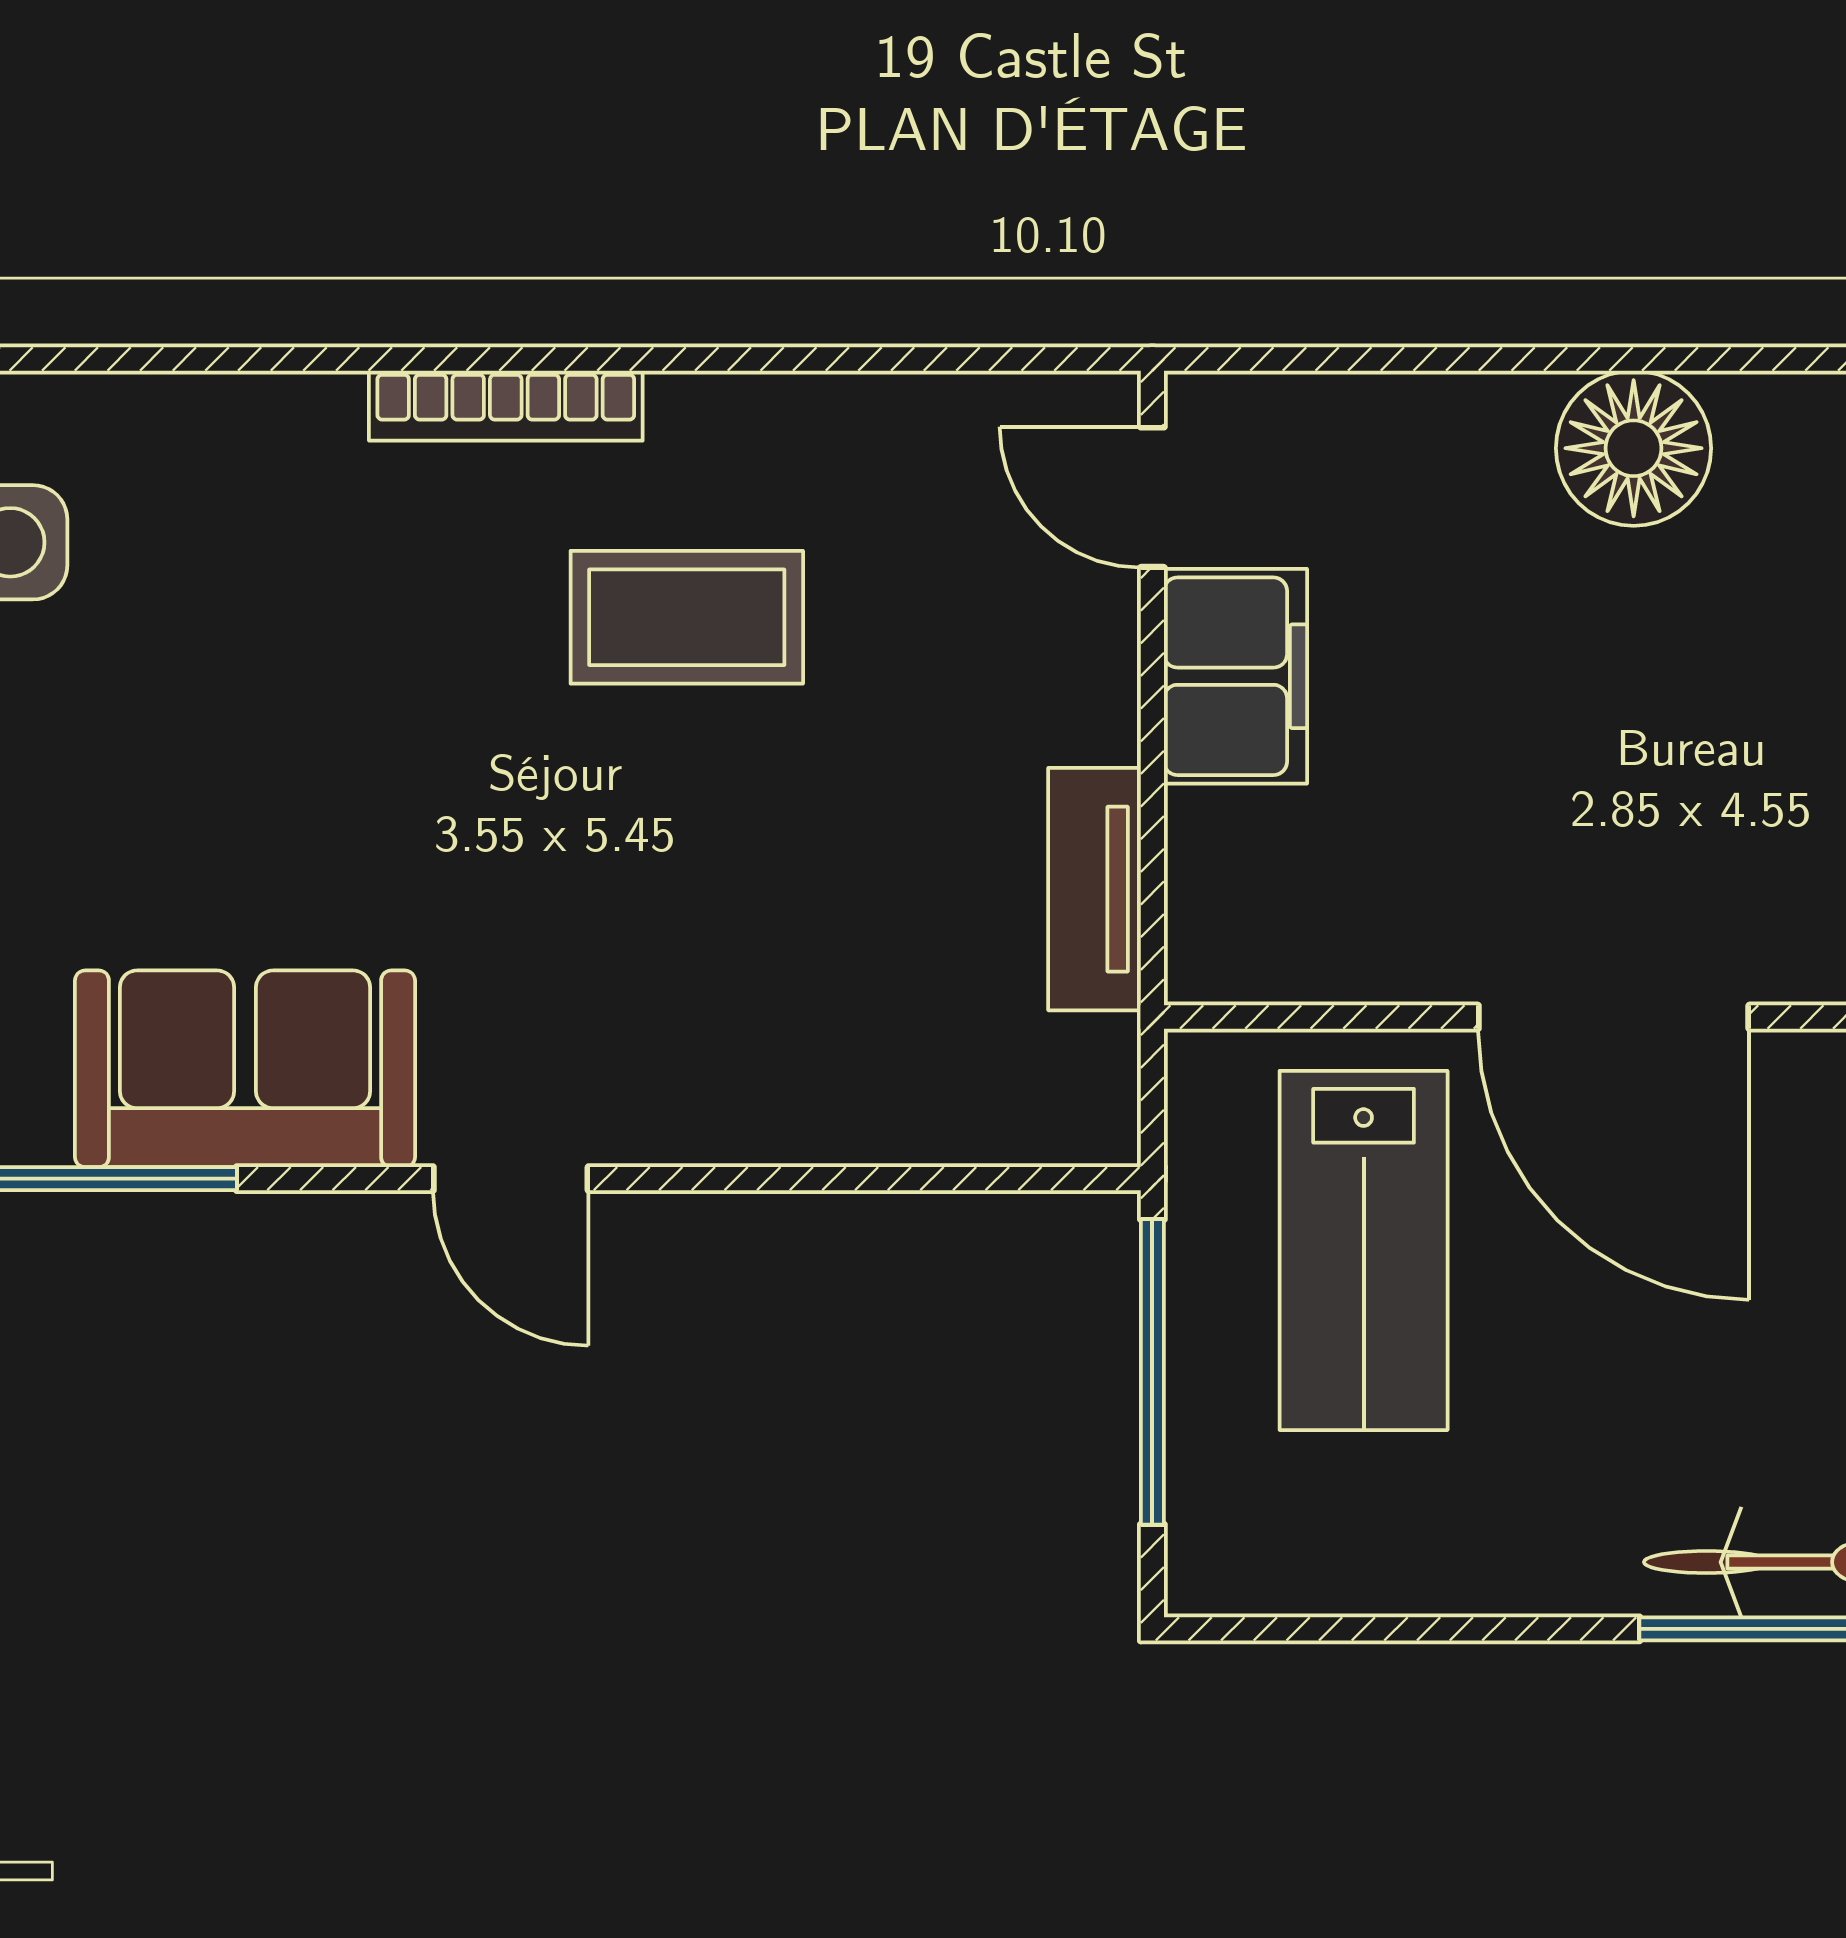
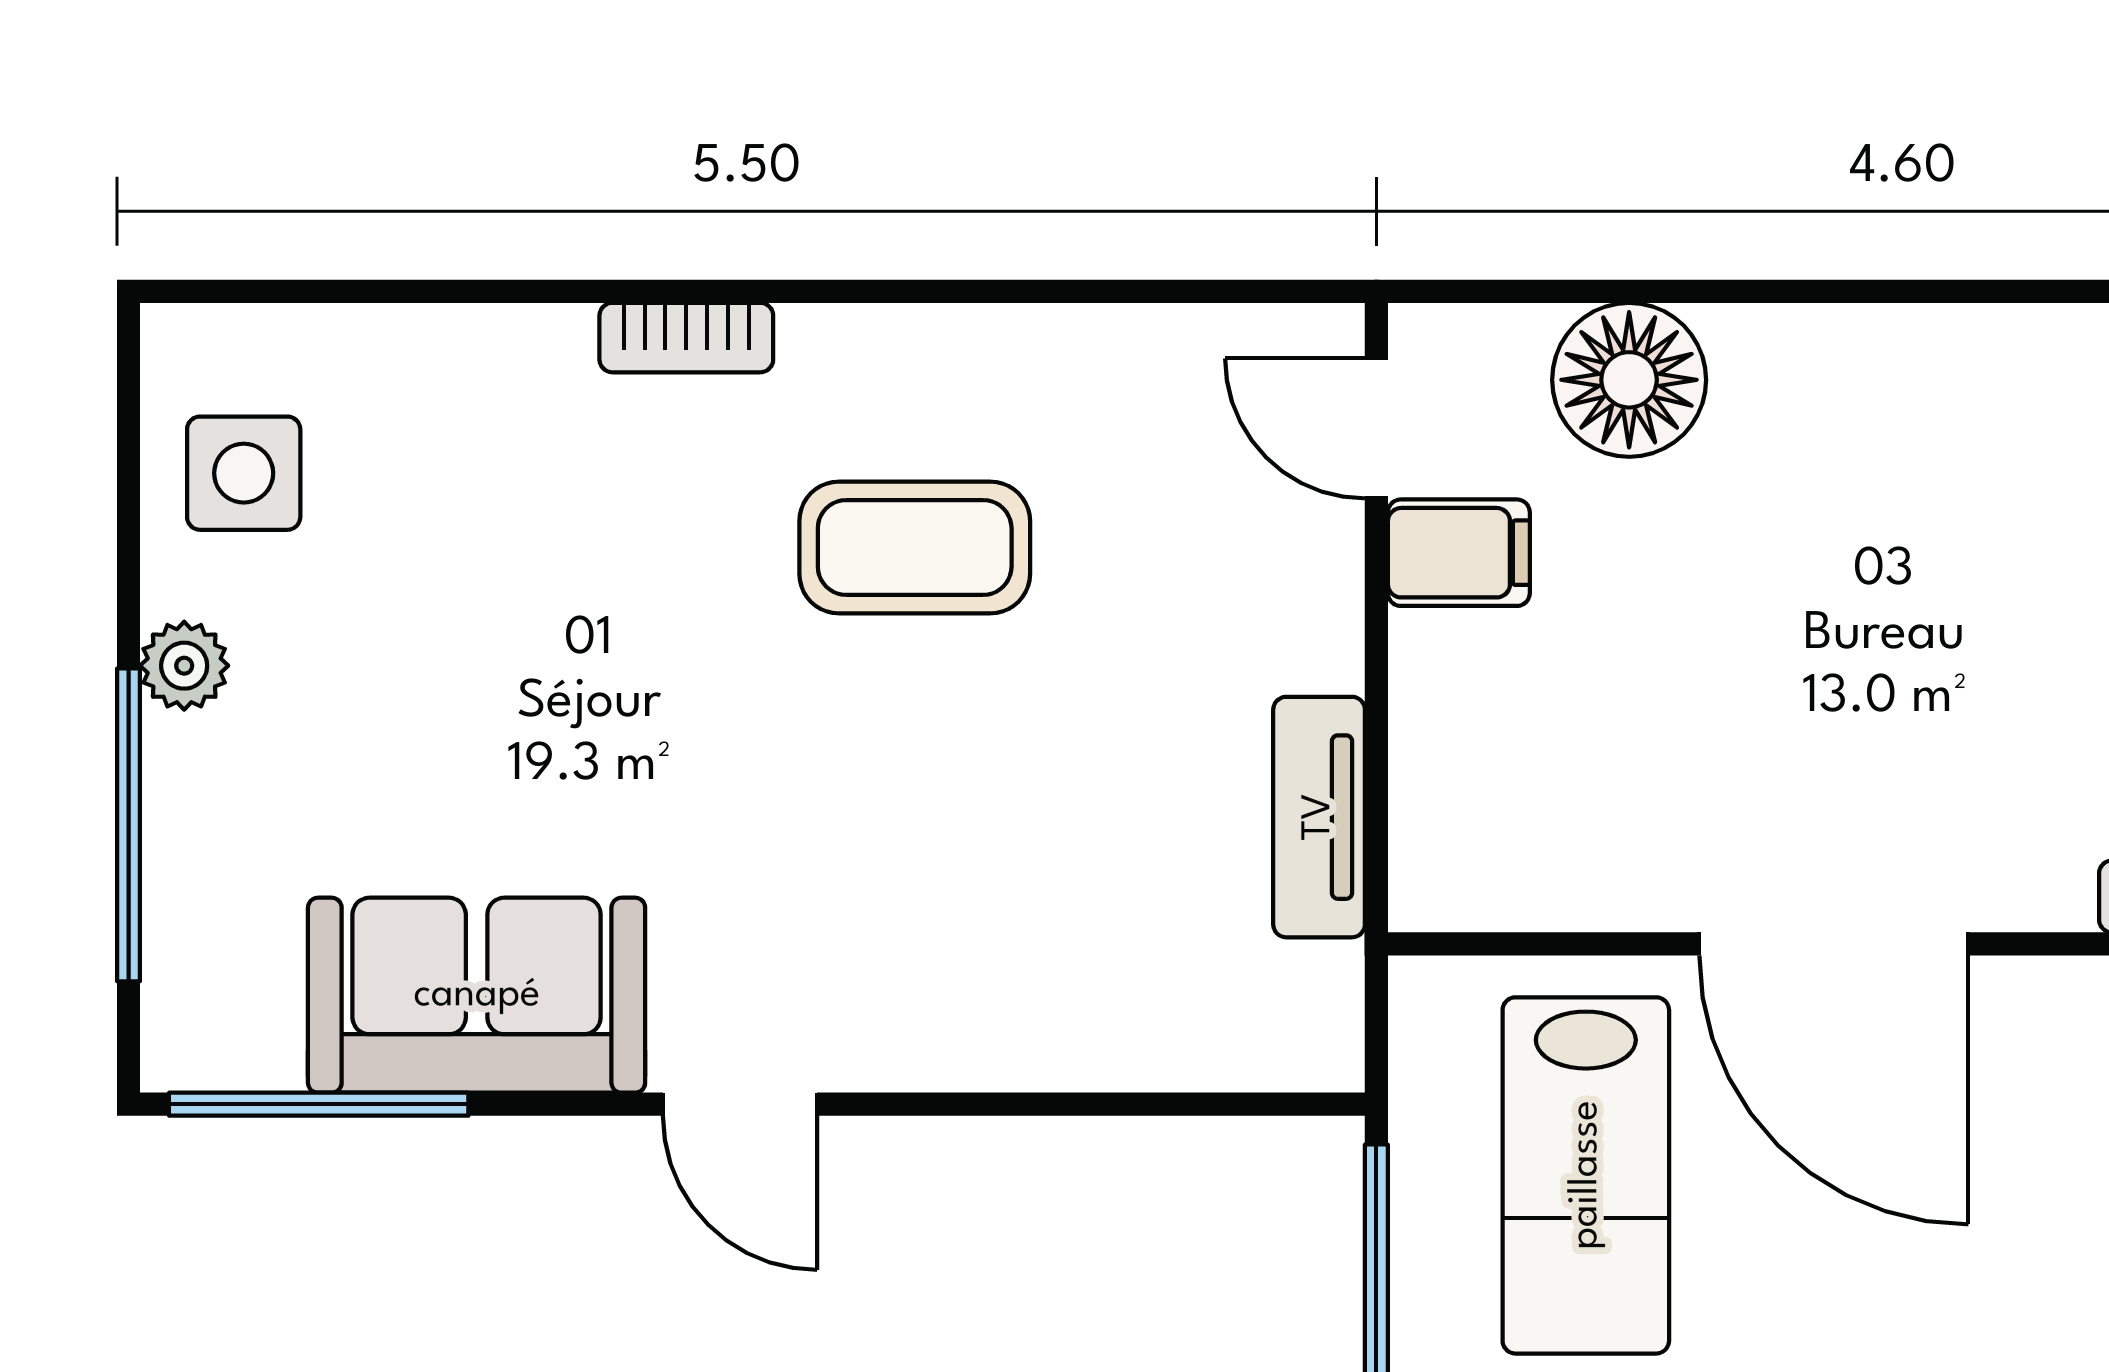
bookcase: (506, 406) -> (686, 338), width x0.64
floor lamp: (1634, 448) -> (1629, 380), moved
filing cabinet: (1235, 676) -> (1459, 553), width x0.50

